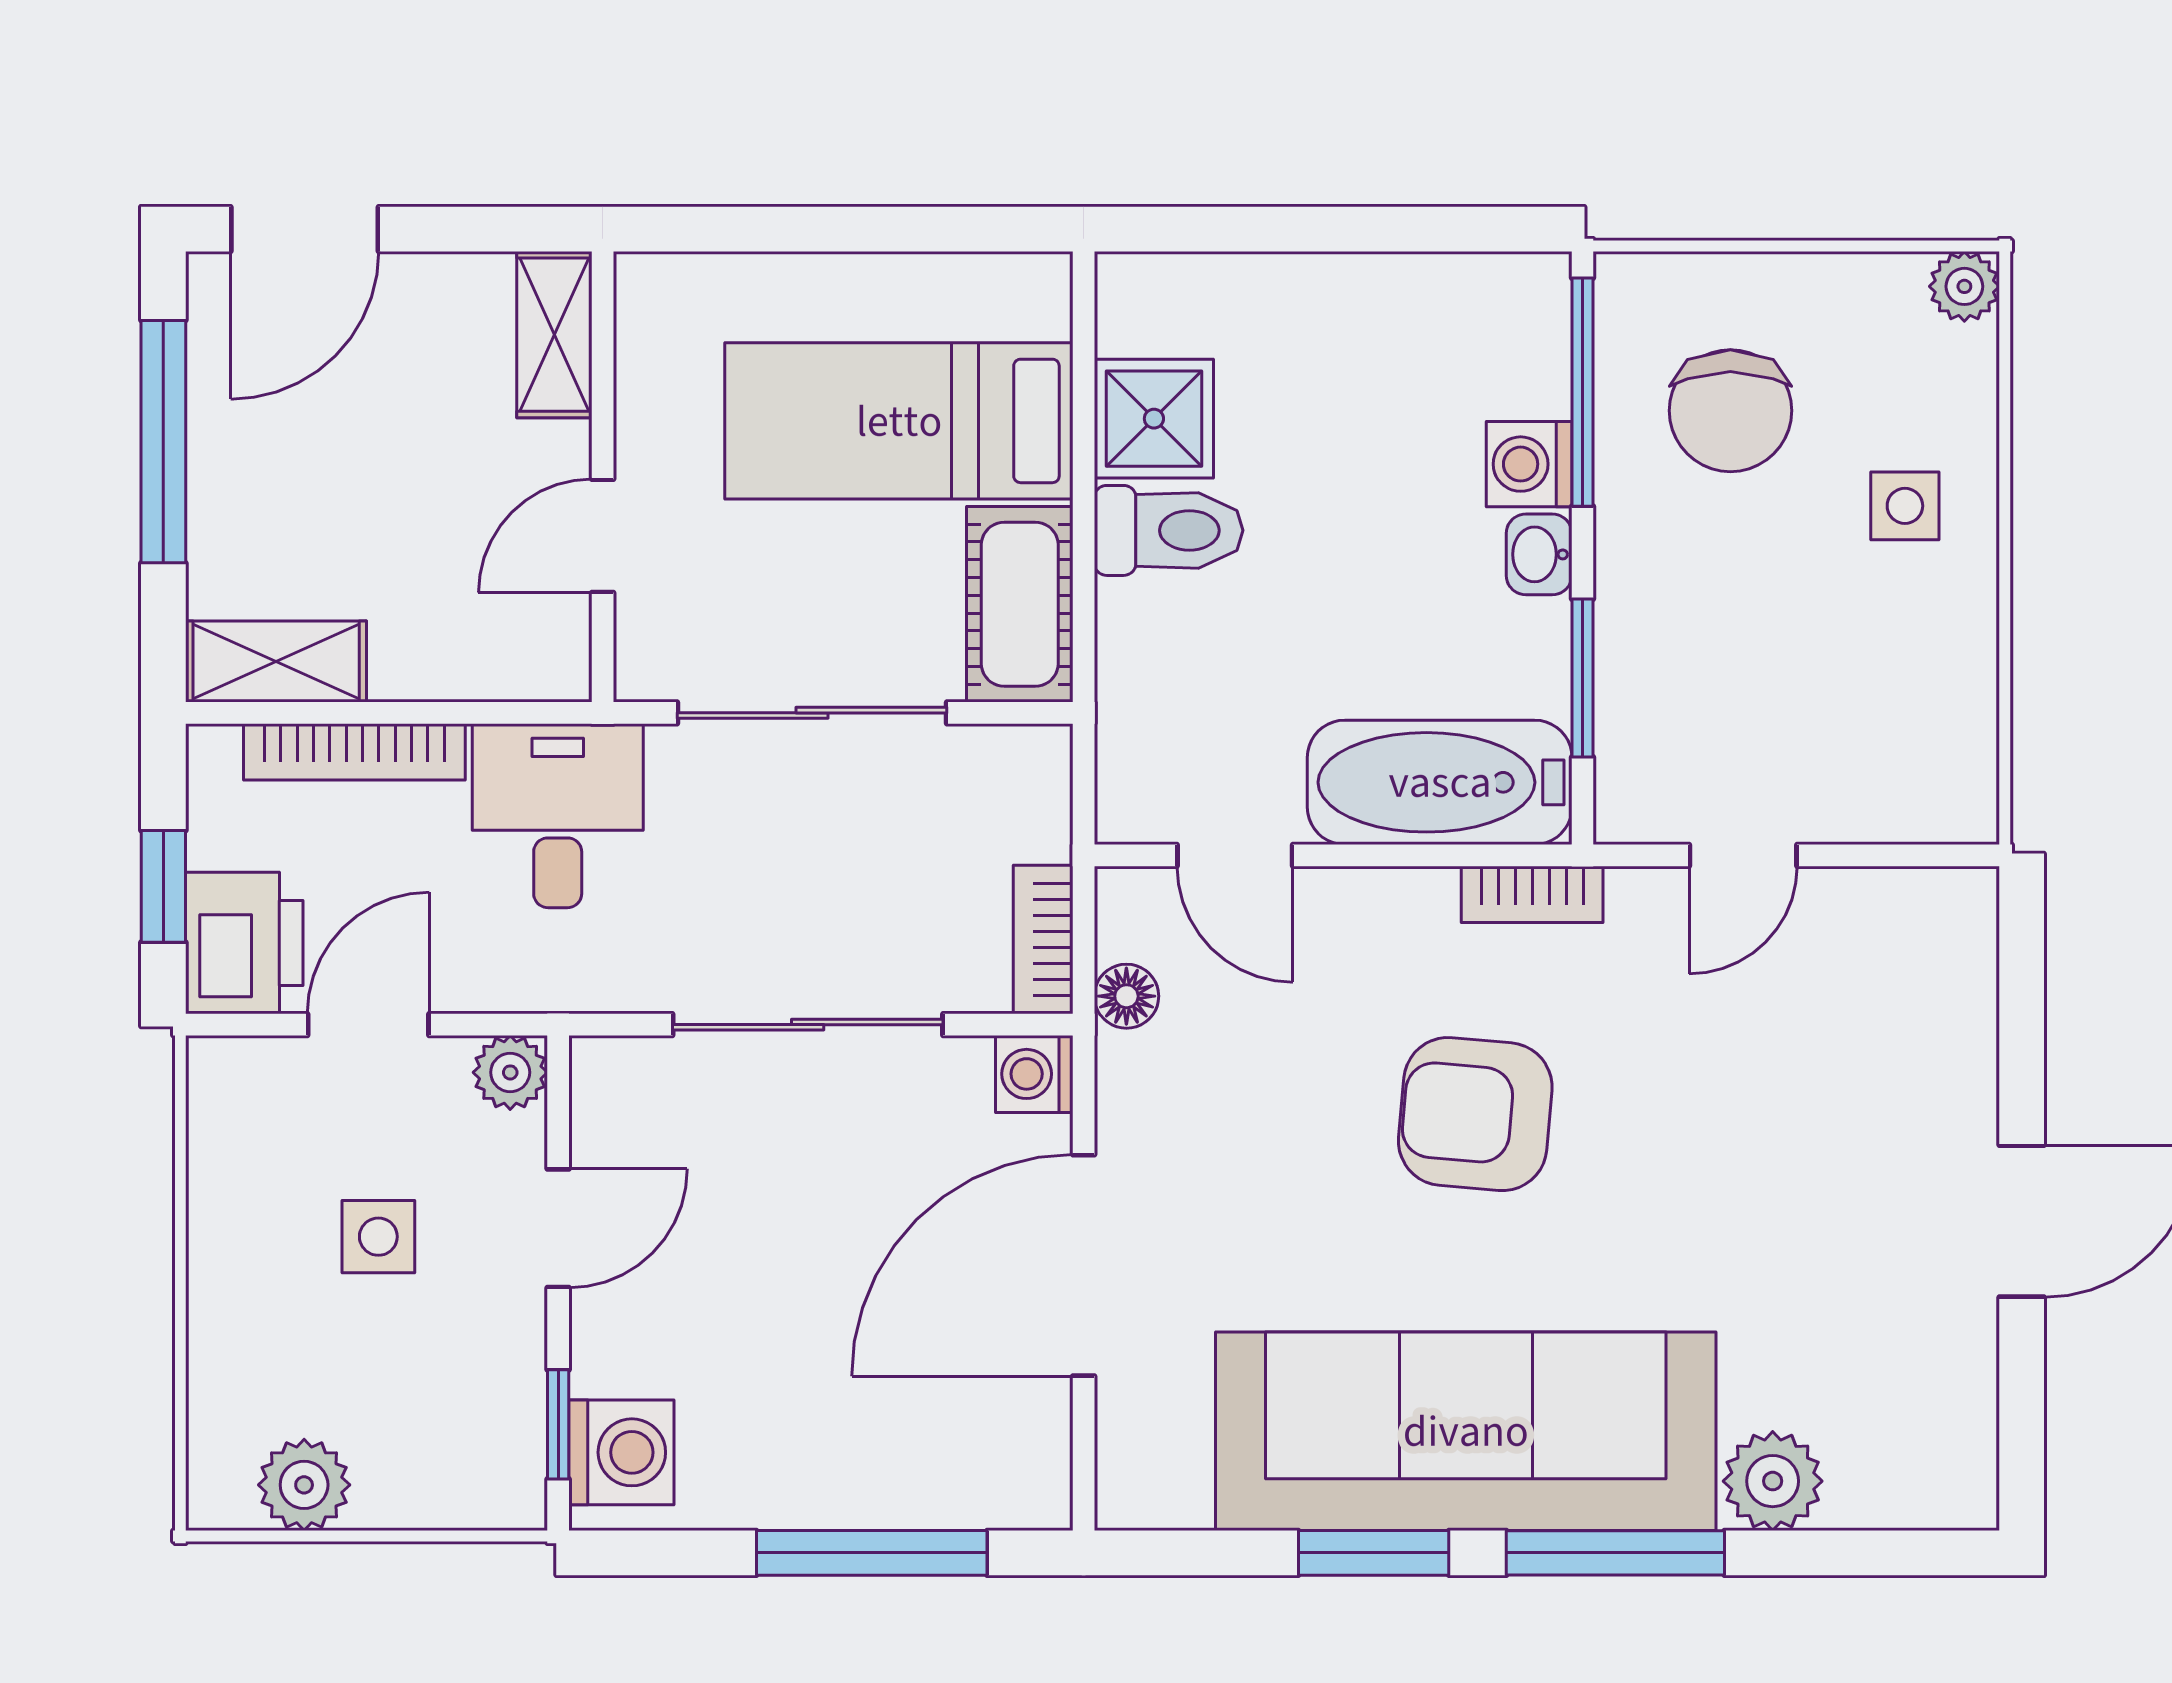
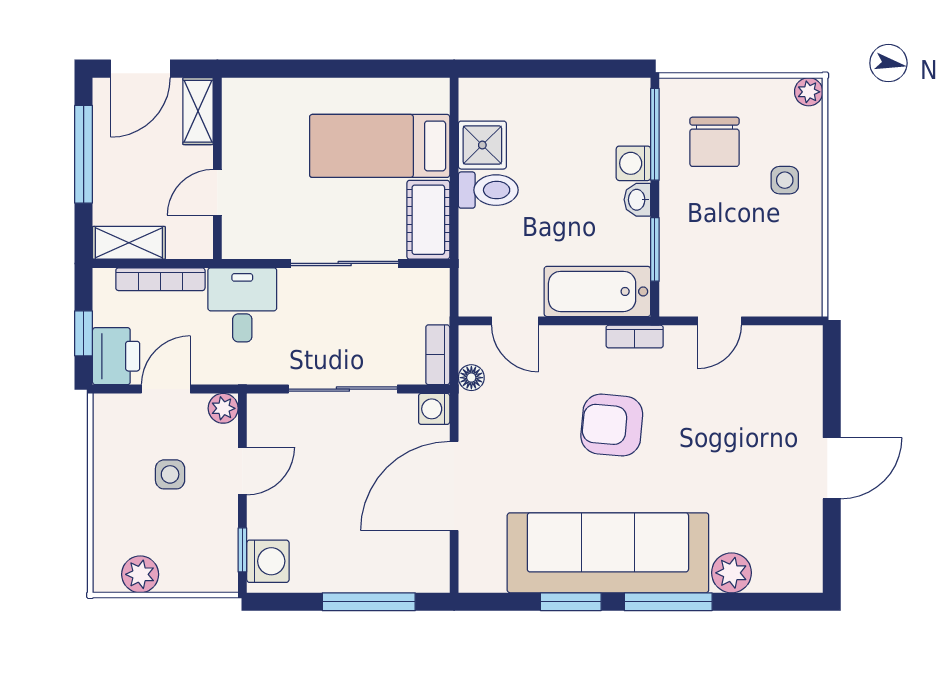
shelving: (554, 335) -> (198, 111), moved
wall: (603, 477) -> (217, 168), moved
door: (603, 536) -> (217, 192), moved

